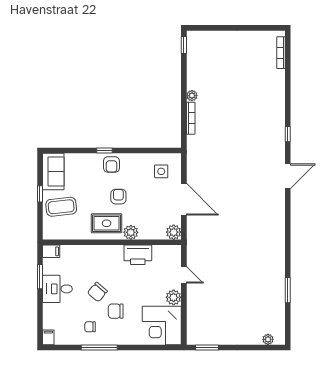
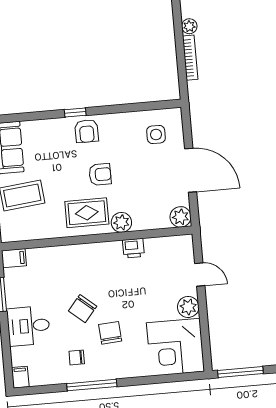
armchair: (118, 197) -> (100, 174), turned 90
printer: (138, 255) -> (133, 248), width x0.53, depth x0.68
desk: (57, 289) -> (29, 326), moved
chair: (116, 311) -> (110, 333), turned 86
window: (207, 348) -> (240, 372), width x1.44

